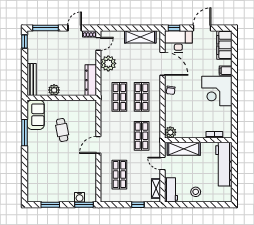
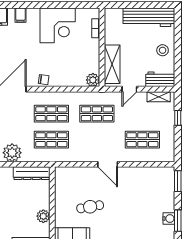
corner desk: (217, 91) -> (58, 25), moved
workbench: (224, 164) -> (149, 17), moved
water cooler: (80, 197) -> (169, 218), moved

